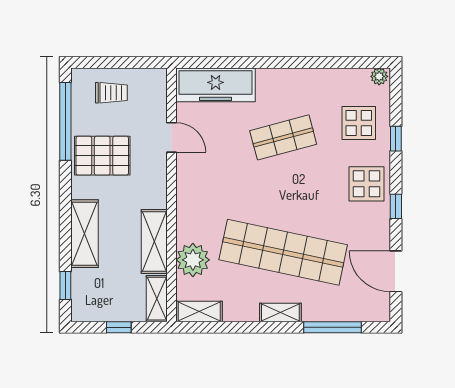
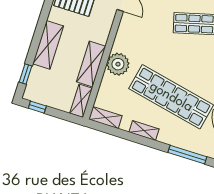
plant: (193, 260) -> (118, 64), moved
shelving: (280, 312) -> (144, 131), moved
window: (119, 327) -> (37, 107), moved

